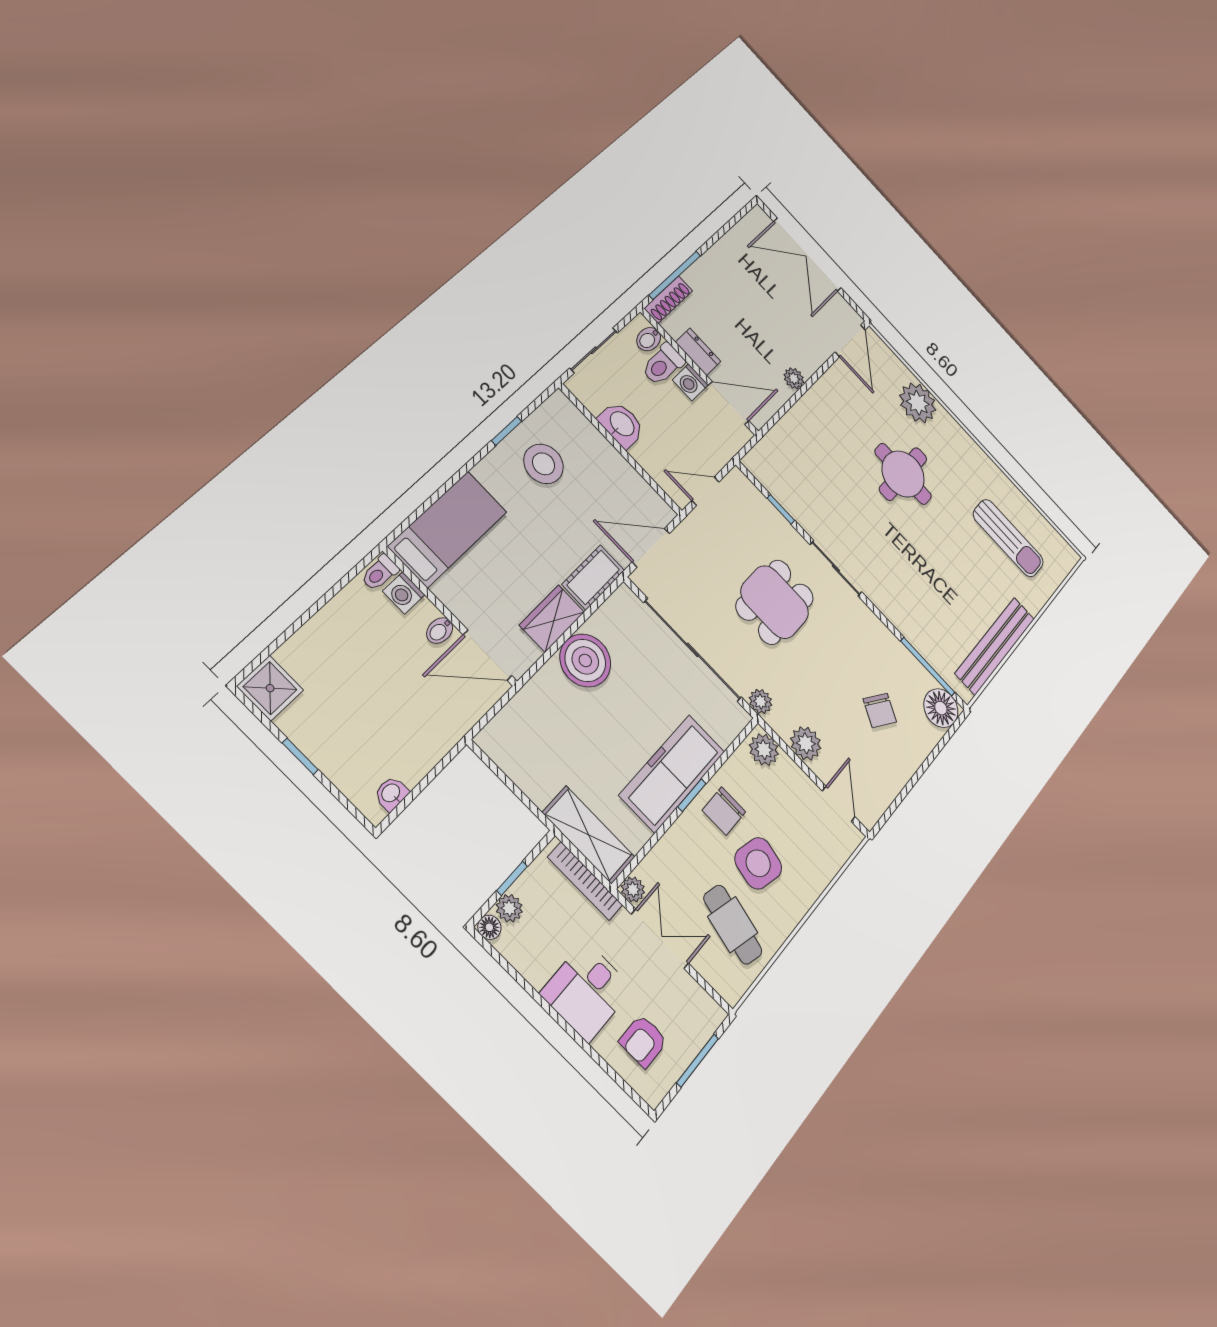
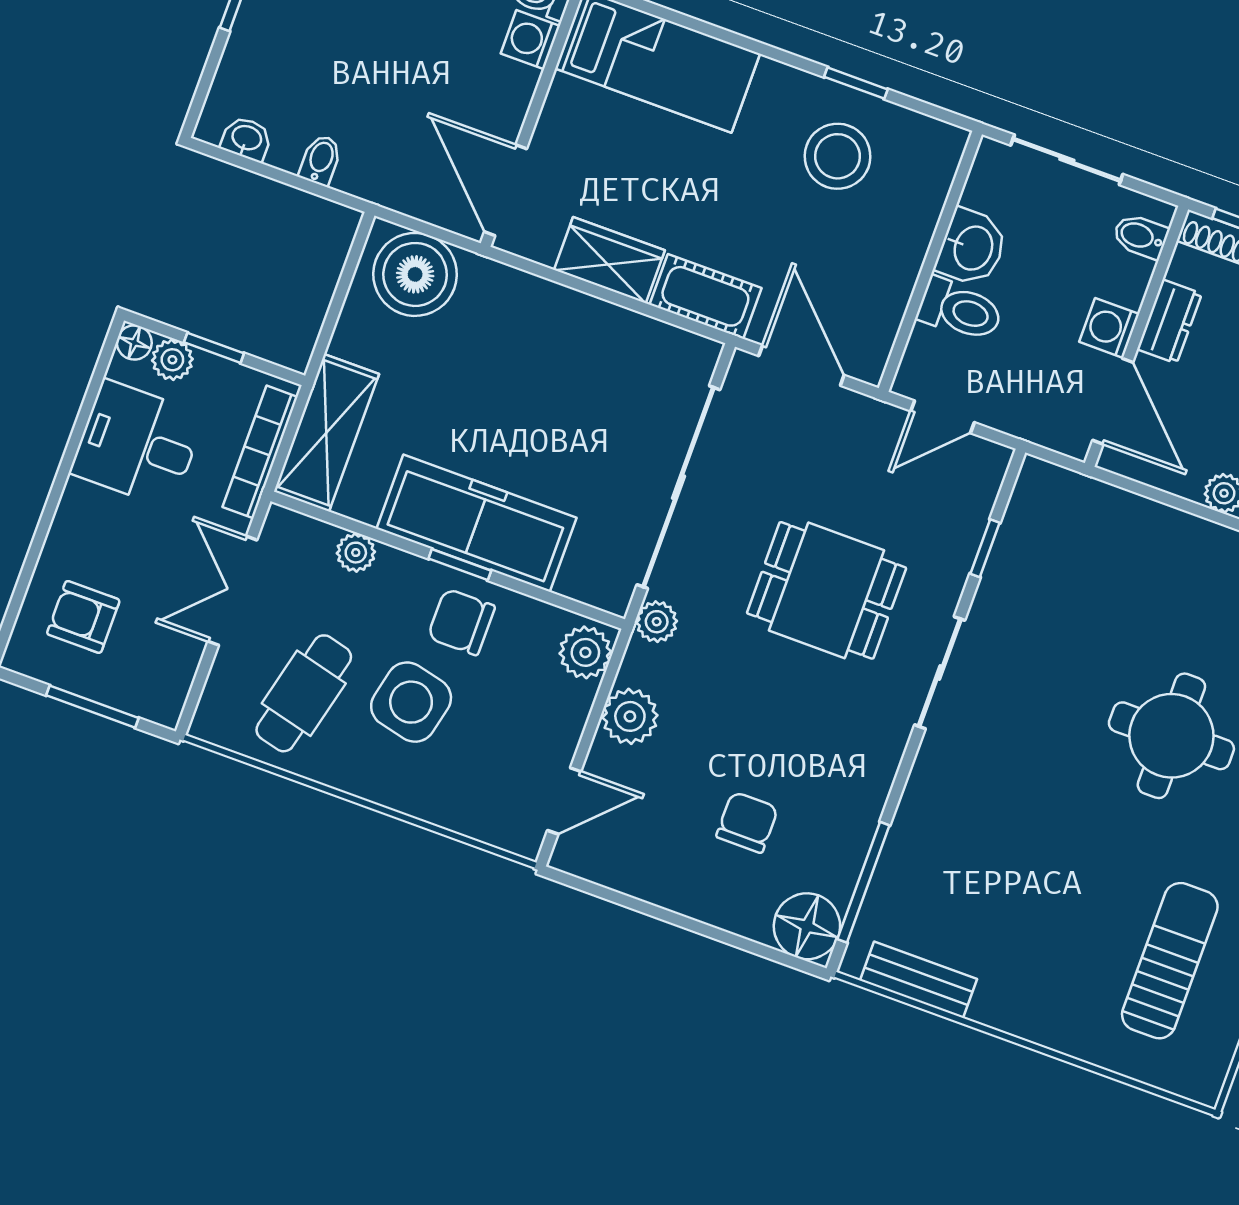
toilet: (663, 365) -> (960, 310), moved, turned 180
door: (705, 491) -> (943, 417), swing flipped
sun lounger: (1008, 538) -> (1170, 961), turned 180
bidet: (440, 631) -> (320, 160), moved, turned 90
bench: (995, 646) -> (919, 980), width x0.54, depth x0.82
boiler: (585, 660) -> (415, 274), moved
chair: (880, 710) -> (747, 822), turned 149
plant: (633, 889) -> (356, 553), moved
double door: (660, 939) -> (232, 591), swing flipped
desk: (587, 991) -> (137, 444), moved

